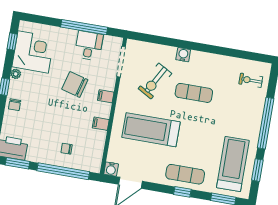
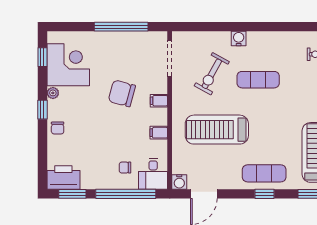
desk: (89, 46) -> (153, 174), moved, turned 180

